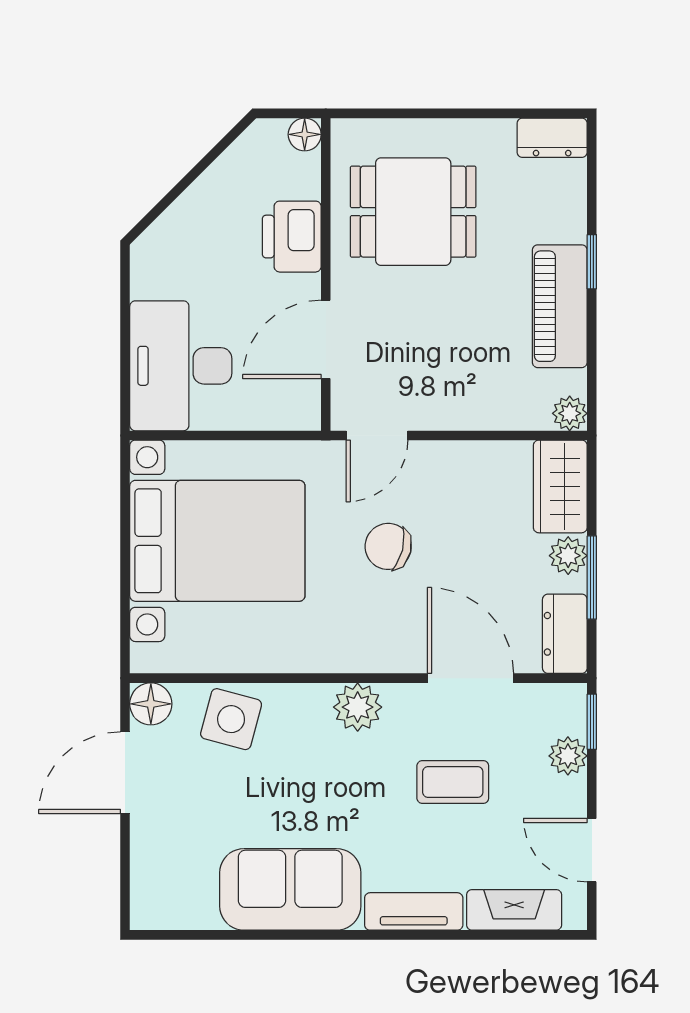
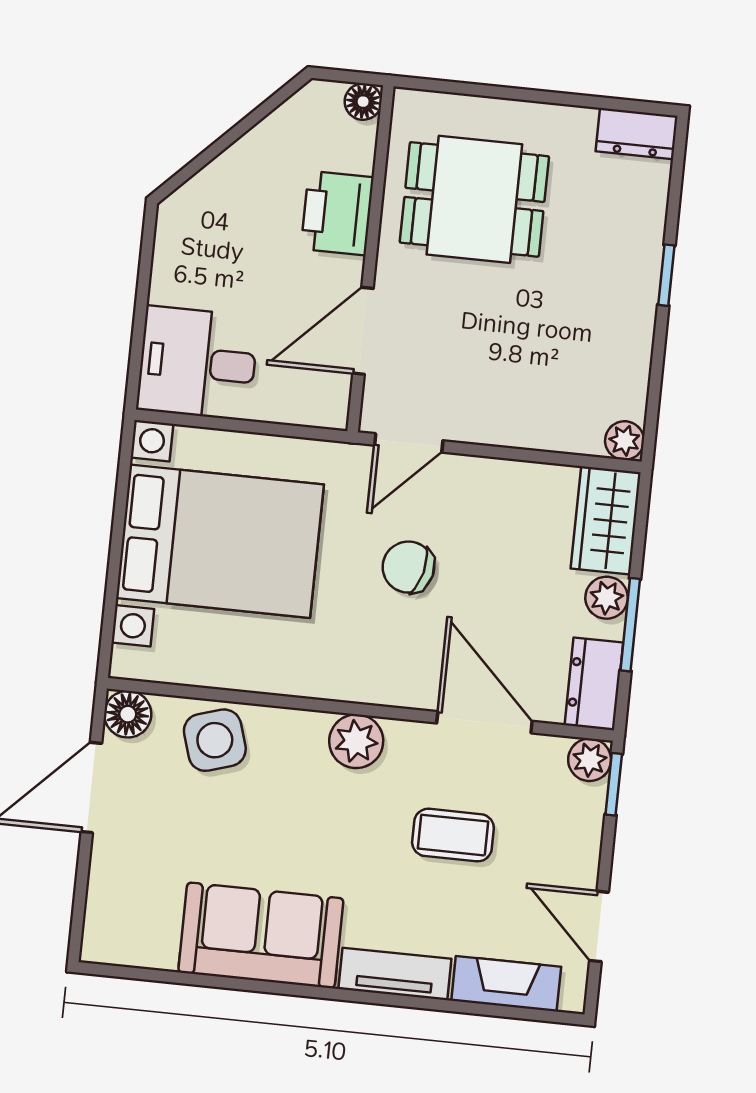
piano: (560, 306) -> (626, 321), removed
desk: (181, 366) -> (198, 363), width x0.73
side table: (231, 719) -> (215, 740), turned -32
plant: (568, 756) -> (590, 760), moved

